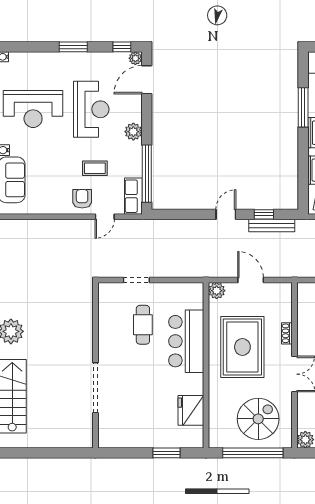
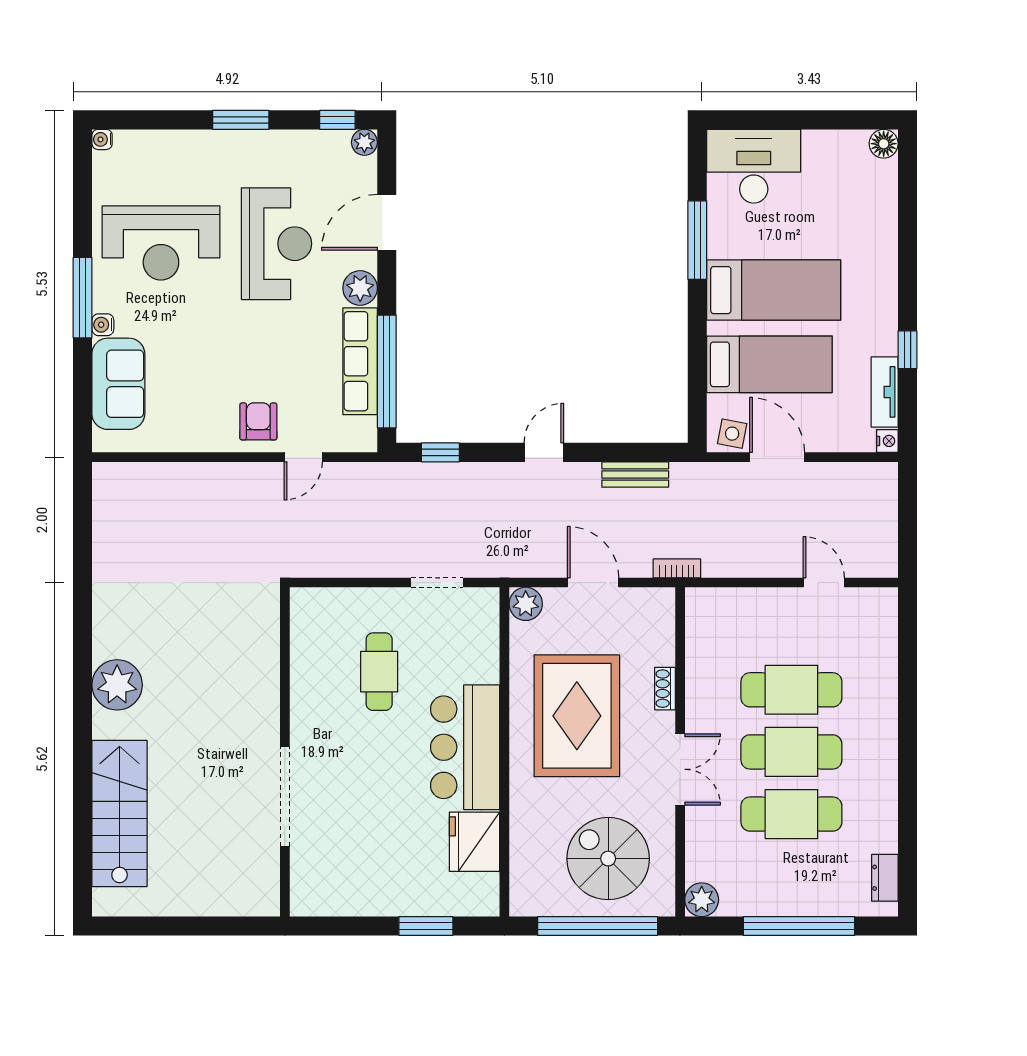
door: (147, 80) -> (387, 222), moved
coffee table: (95, 168) -> (284, 361), removed
row of seats: (133, 196) -> (360, 361), moved, width x1.48
window: (264, 214) -> (440, 452), moved
bench: (272, 226) -> (635, 475), width x0.73
bookcase: (293, 273) -> (677, 568), added
doorway: (136, 280) -> (437, 583), moved
bar counter: (186, 341) -> (465, 747), moved
spiral stairs: (258, 419) -> (608, 859), turned -90

